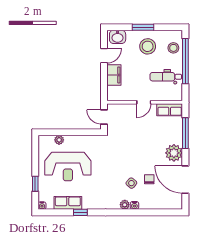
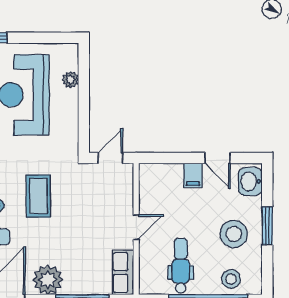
filing cabinet: (114, 75) -> (193, 175), width x0.50
door: (144, 102) -> (136, 227), swing flipped
coffee table: (126, 158) -> (38, 196), added

